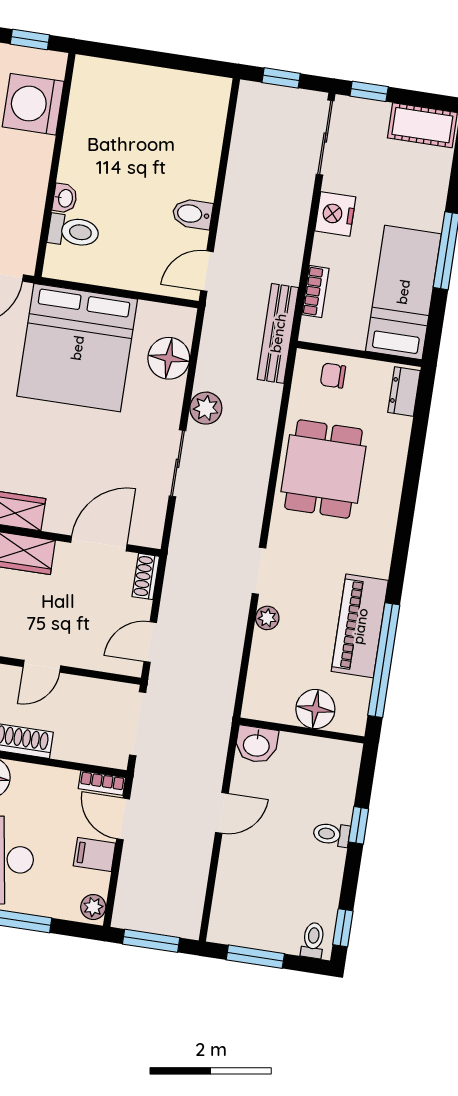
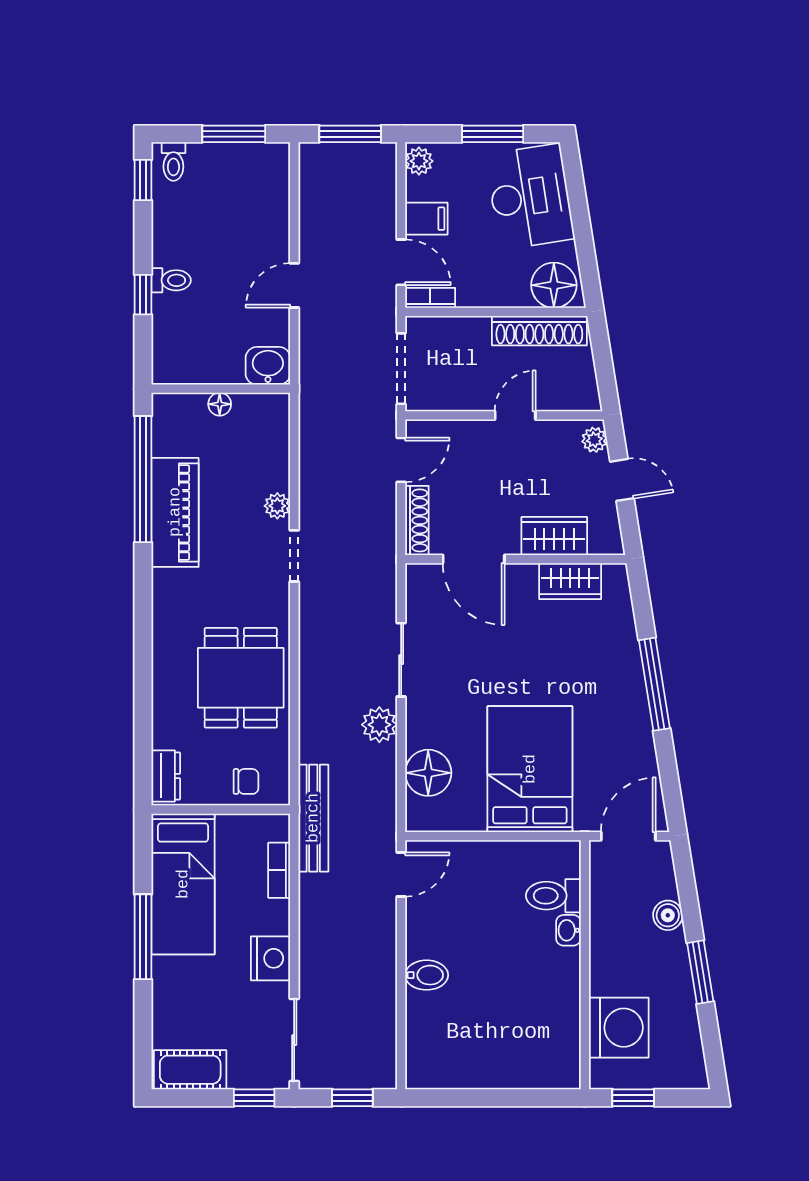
bidet: (192, 214) -> (427, 975), moved
bed: (77, 348) -> (530, 769), width x0.73
door: (99, 543) -> (474, 559), hinge flipped
shoe rack: (146, 576) -> (417, 520), width x1.43
floor lamp: (315, 709) -> (220, 404), width x0.53, depth x0.53

